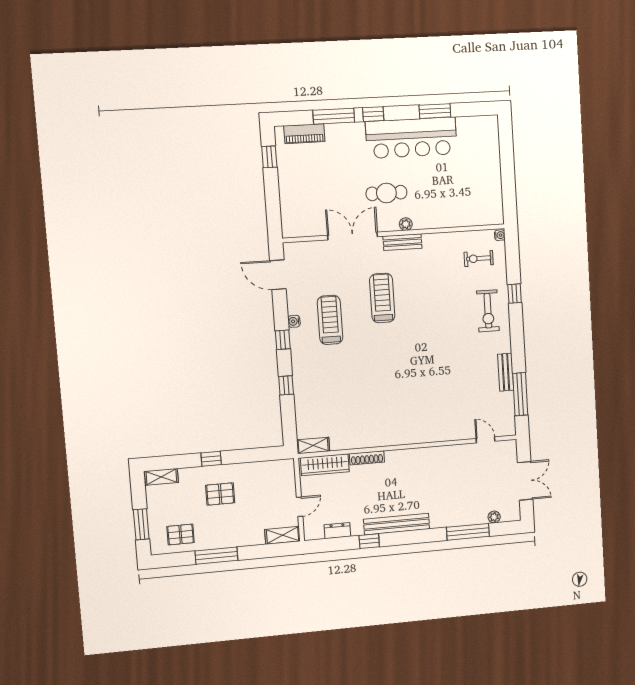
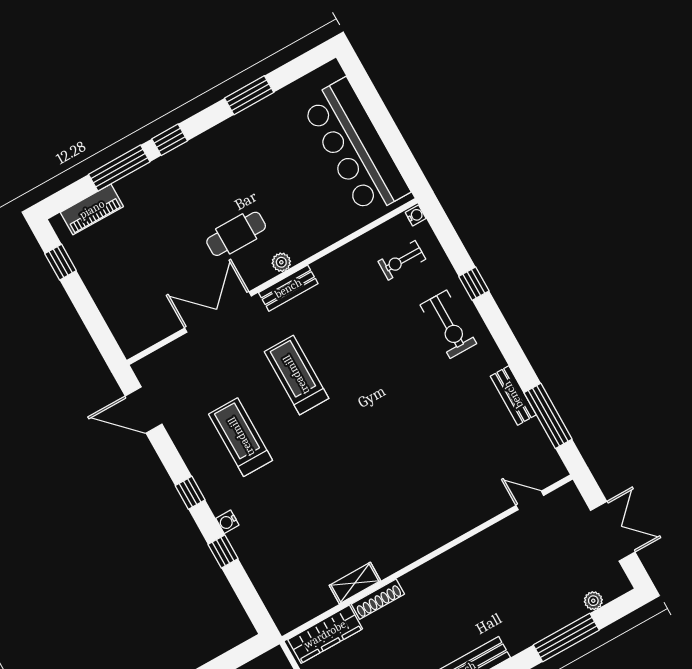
bar counter: (411, 138) -> (355, 147), moved, turned 90
water cooler: (294, 321) -> (227, 522), moved
shelving: (313, 446) -> (355, 583), moved

